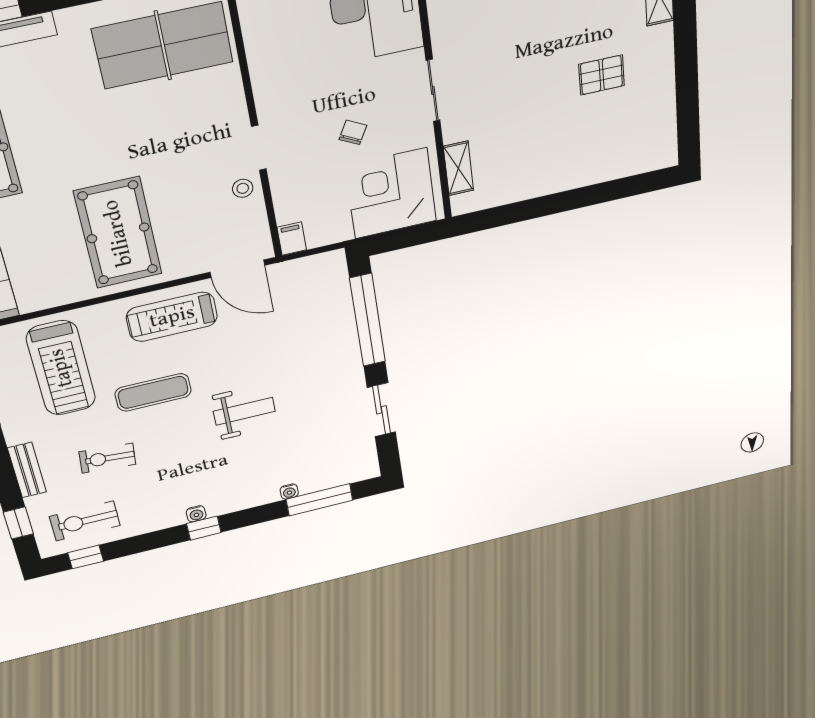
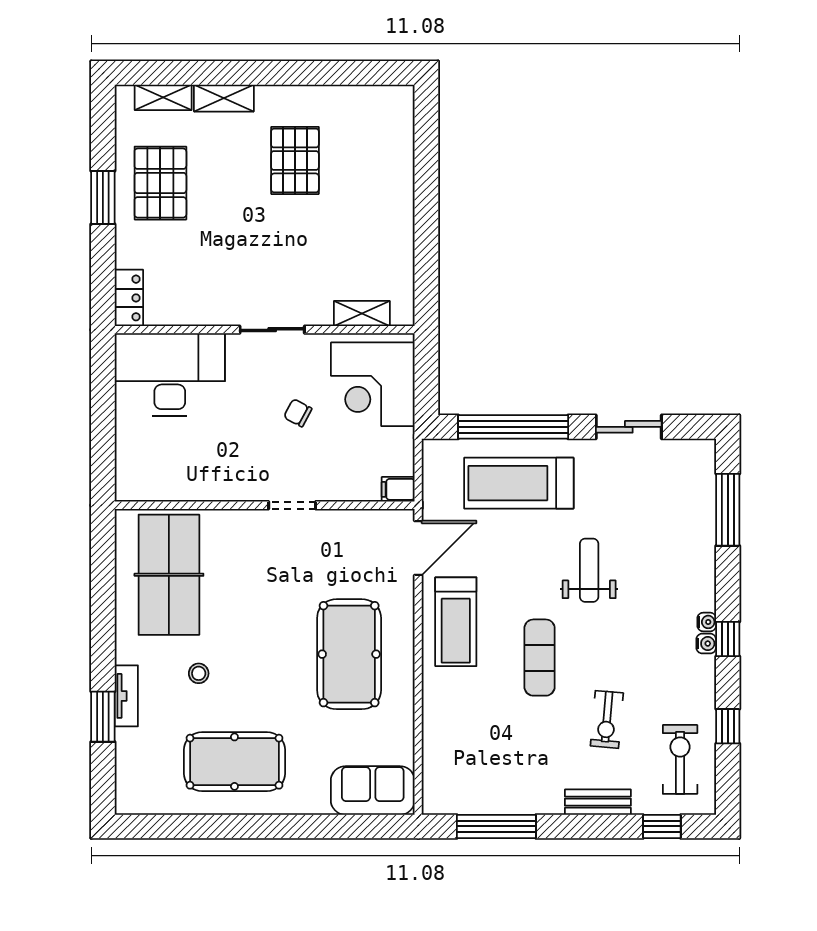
pallet: (602, 75) -> (295, 160), width x1.50, depth x1.42
stool: (243, 188) -> (199, 673), moved
pool table: (118, 233) -> (349, 654), turned 90
treadmill: (61, 368) -> (519, 483), moved, turned 180
water cooler: (289, 492) -> (707, 622), moved
exercise bike: (85, 521) -> (680, 759), turned 180
window: (86, 557) -> (728, 726), moved

